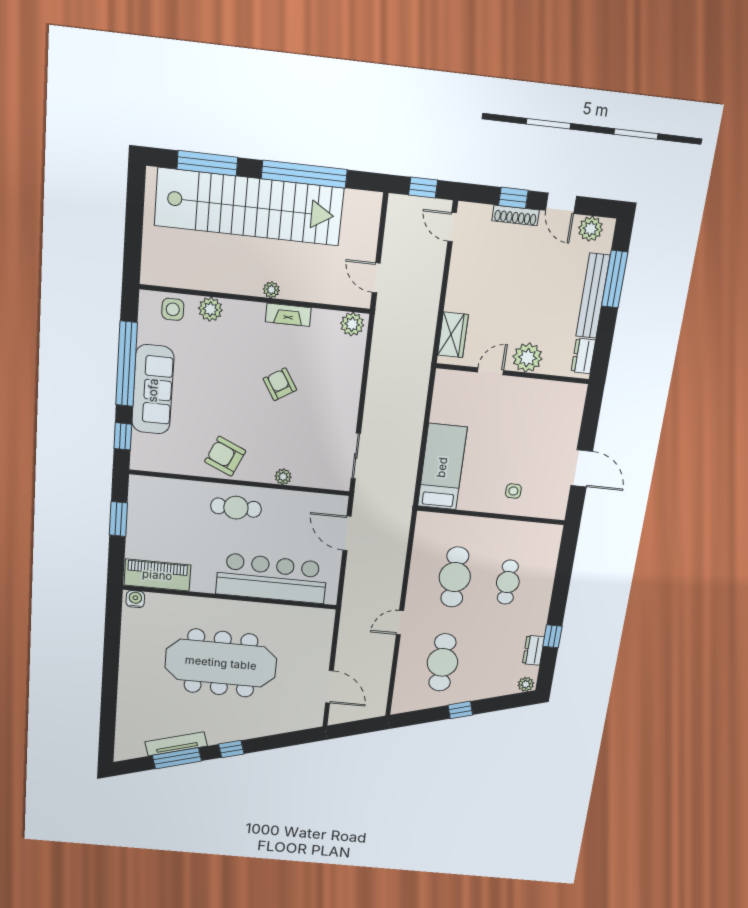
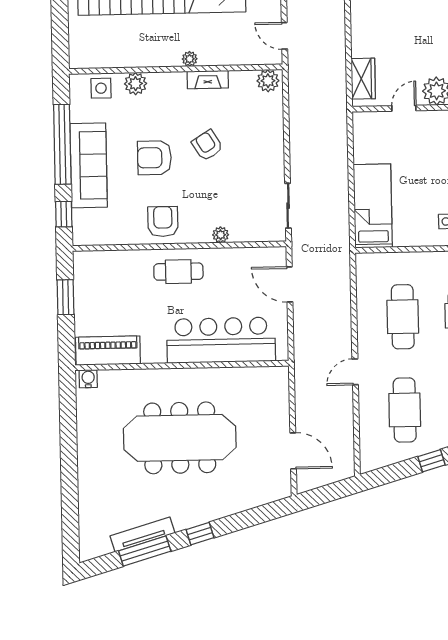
armchair: (223, 390) -> (154, 158), added
armchair: (225, 456) -> (163, 221), turned 66

